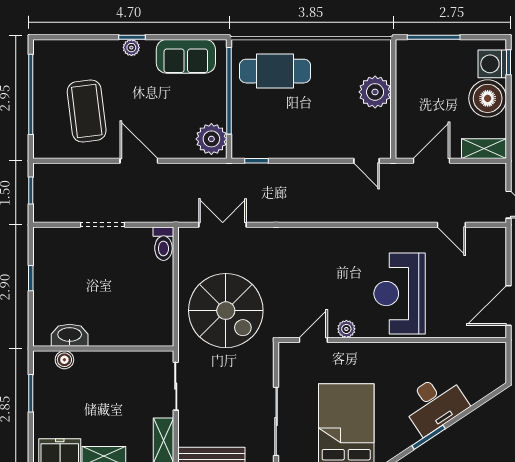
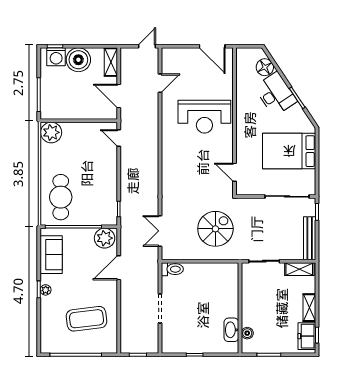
plant: (375, 92) -> (51, 132), moved
door: (139, 161) -> (119, 268), moved
door: (367, 161) -> (119, 138), swing flipped
spiral stairs: (226, 311) -> (215, 229), width x0.73, depth x0.73
plant: (346, 329) -> (227, 151), removed
floor lamp: (476, 387) -> (265, 67), added

